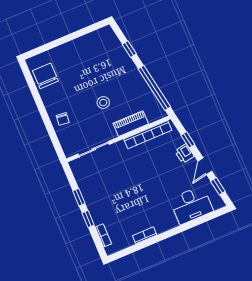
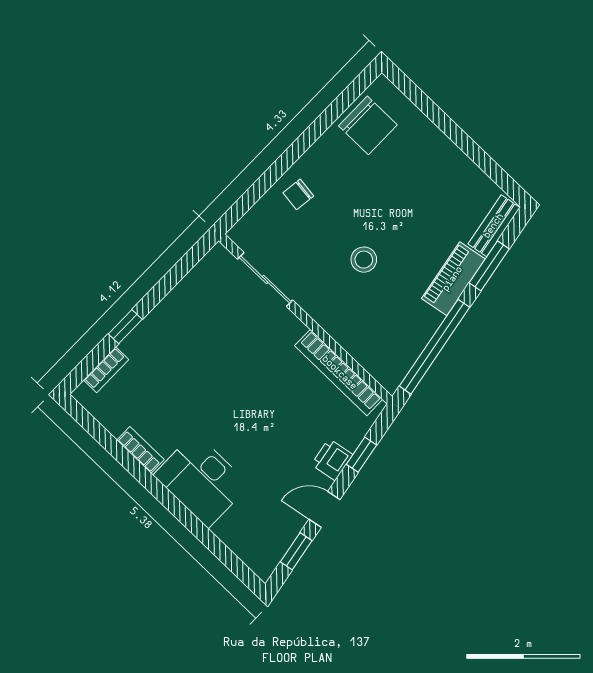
bench: (113, 39) -> (494, 226), added
window: (129, 49) -> (489, 266), width x1.50
chair: (45, 76) -> (368, 125), turned 90
piano: (131, 124) -> (453, 279), moved, turned -100
window: (79, 197) -> (160, 291), removed
desk: (191, 205) -> (202, 480), moved

